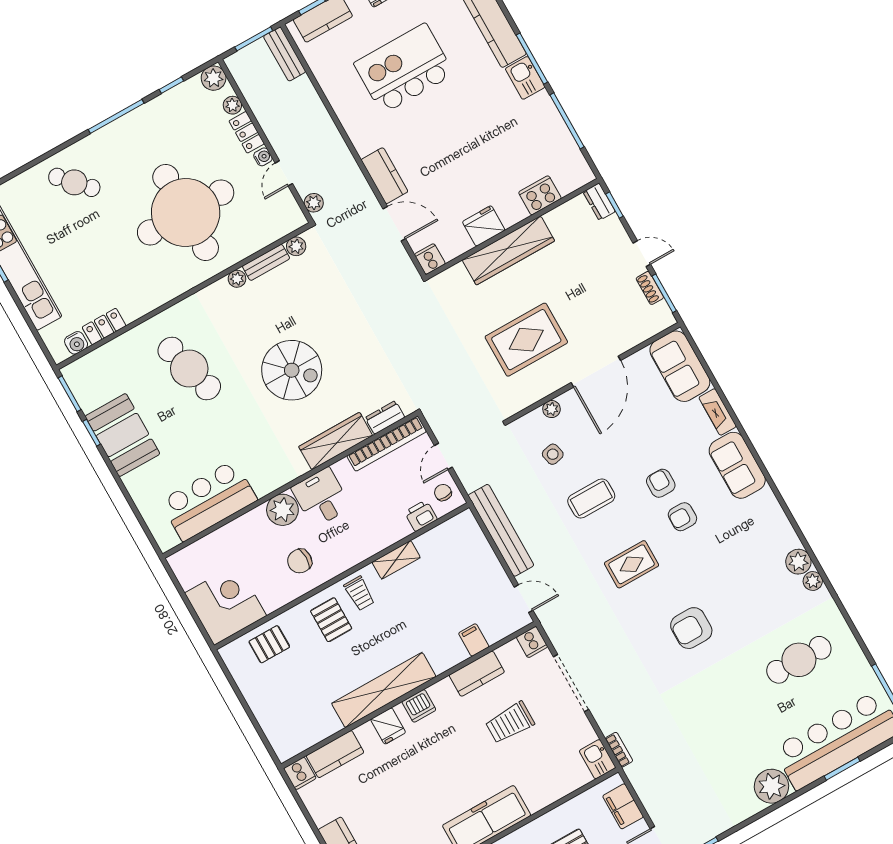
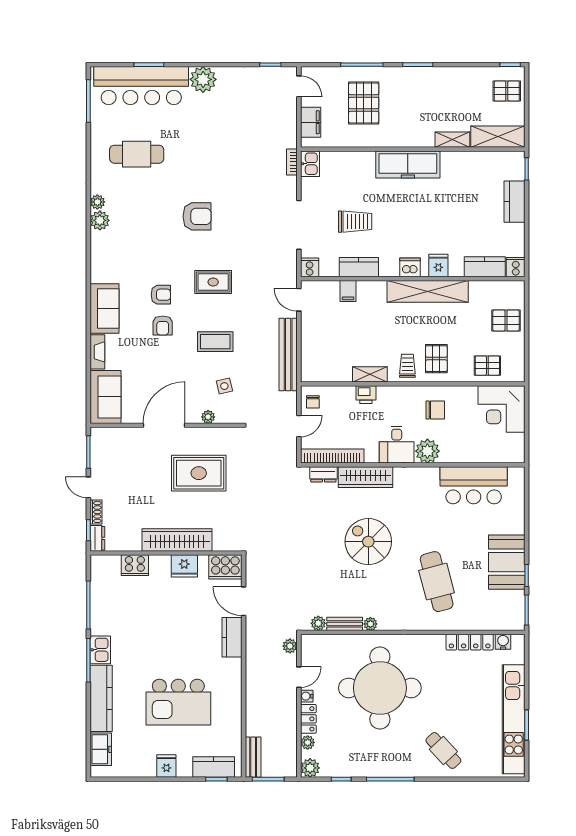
cooker: (430, 259) -> (225, 567), width x1.87, depth x1.31
shoe rack: (650, 288) -> (96, 512), moved
locker: (104, 327) -> (470, 642), width x1.53
printer: (421, 516) -> (366, 395), moved
pallet: (277, 707) -> (506, 320), added

